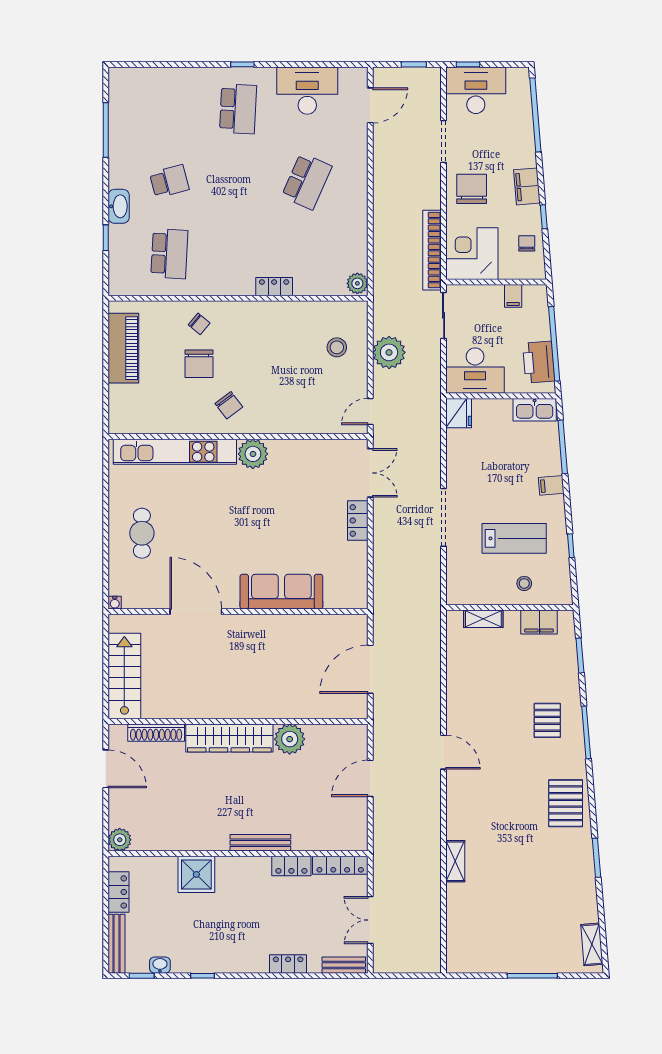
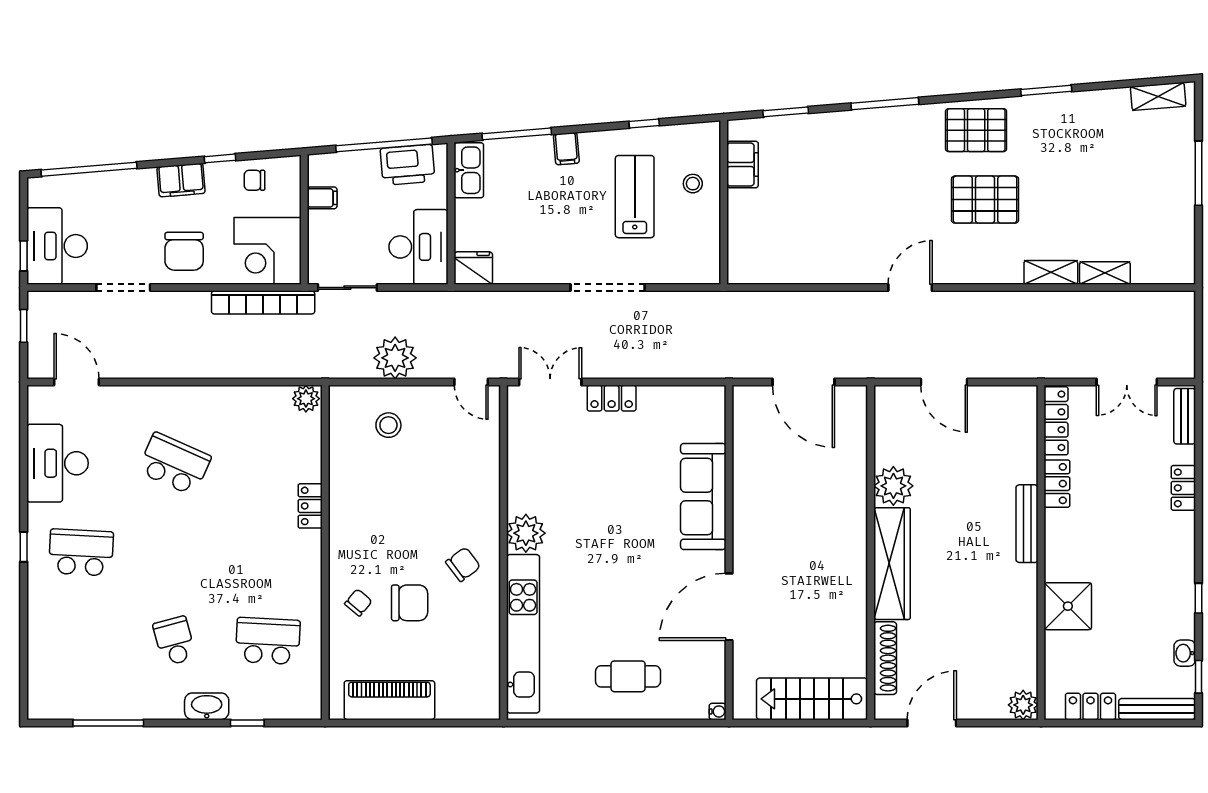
chair: (472, 189) -> (184, 251), turned -90
shelving: (483, 619) -> (1105, 273), moved, turned 90
pallet: (547, 720) -> (985, 200), moved, width x1.50, depth x1.42

